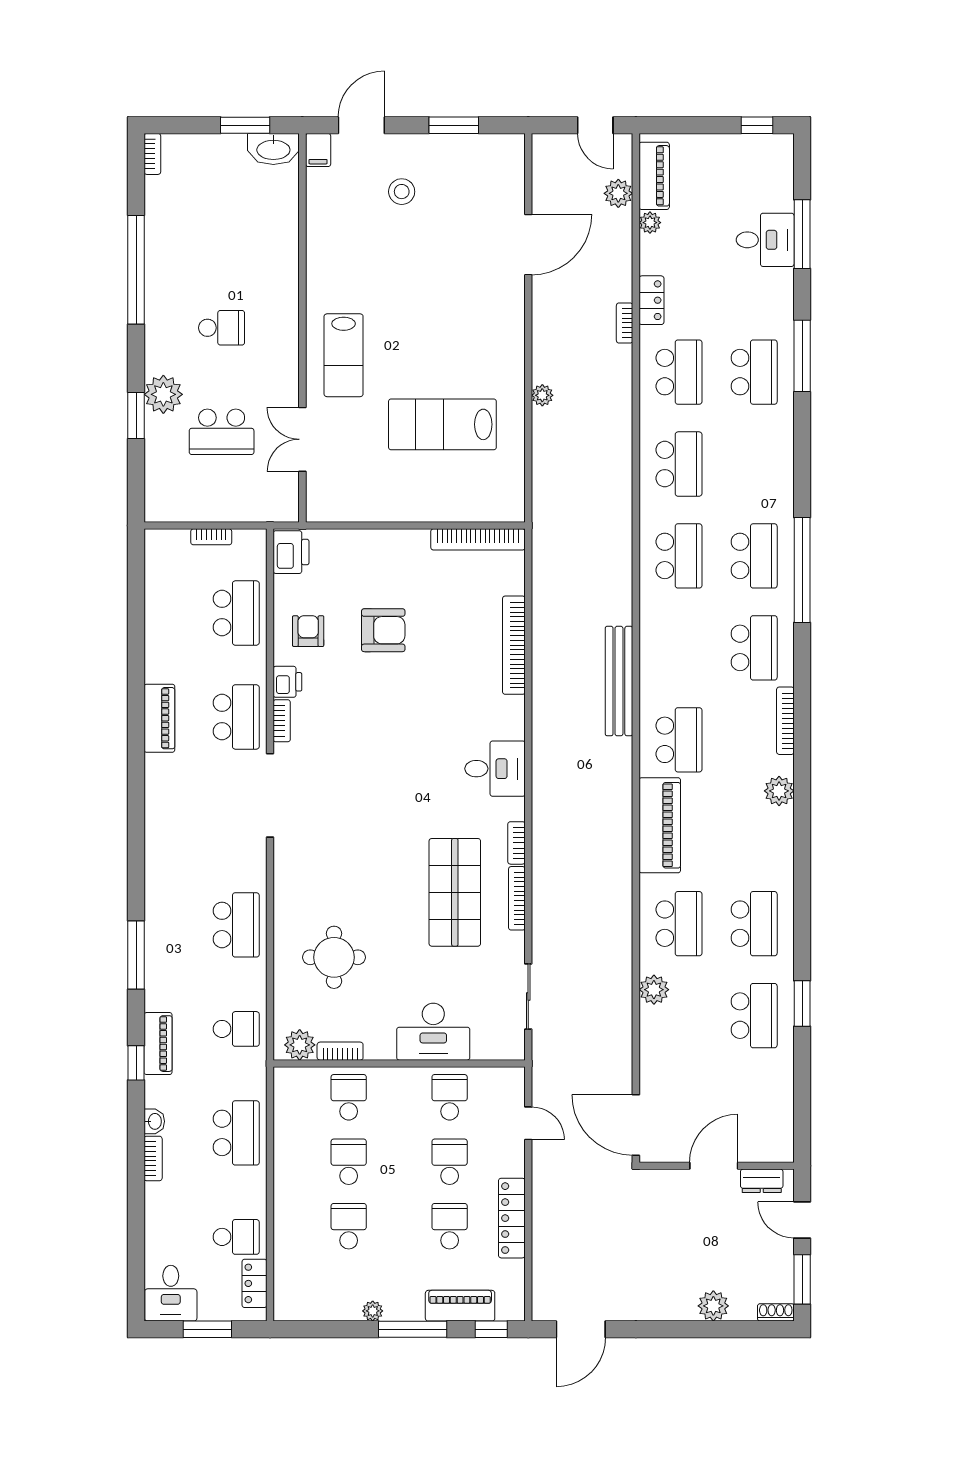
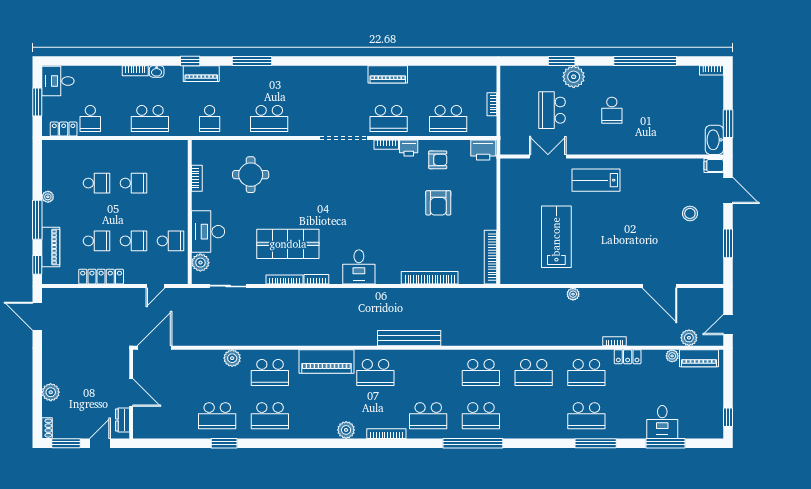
plant: (300, 1045) -> (200, 263), moved
school desk: (349, 1097) -> (170, 183), removed

